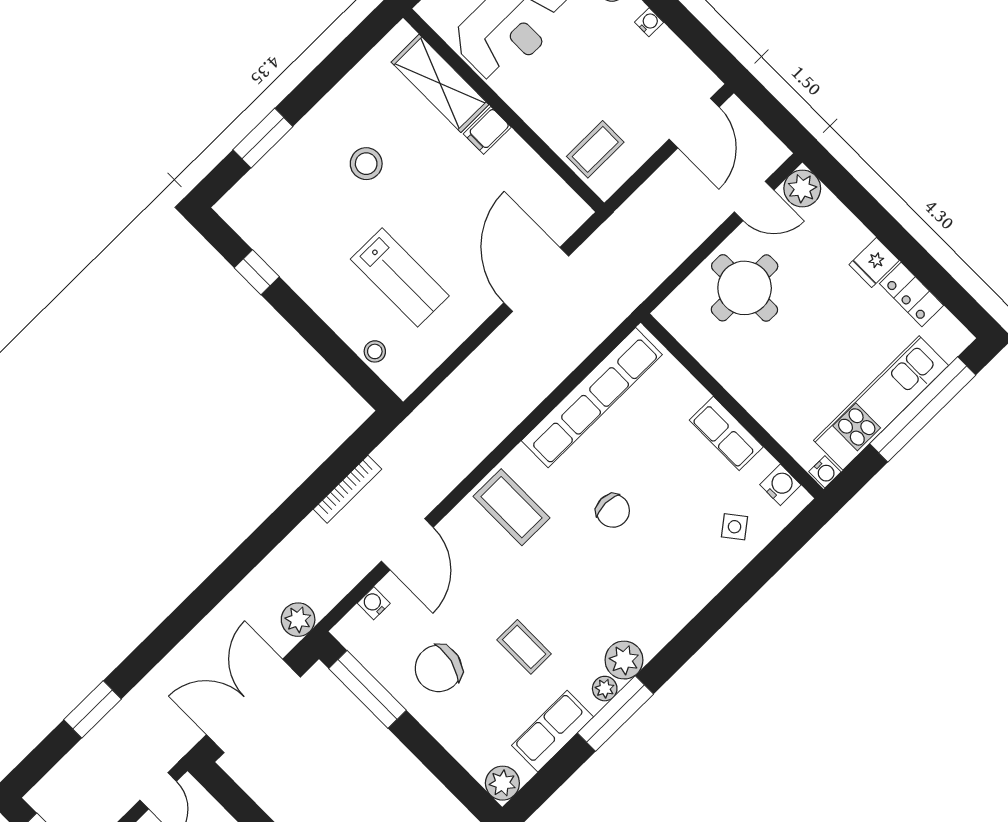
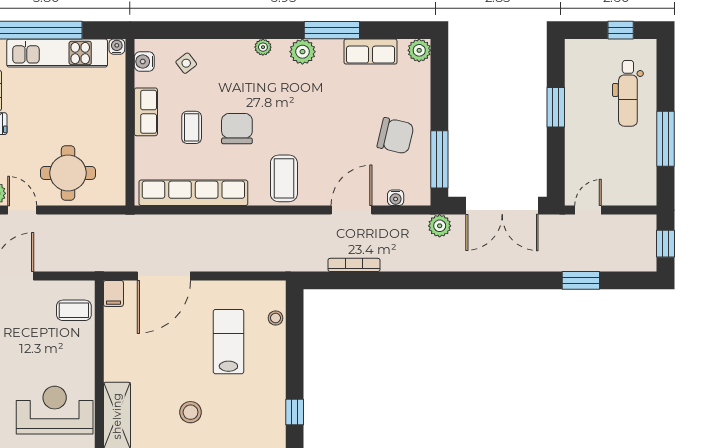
filing cabinet: (487, 130) -> (113, 293), moved, turned 90
chair: (613, 511) -> (237, 129), width x1.37, depth x1.37
coffee table: (524, 647) -> (192, 127), moved
plant: (605, 689) -> (263, 47), moved

